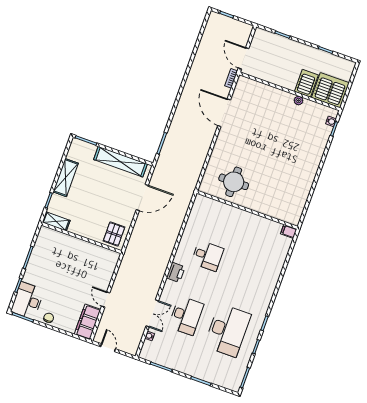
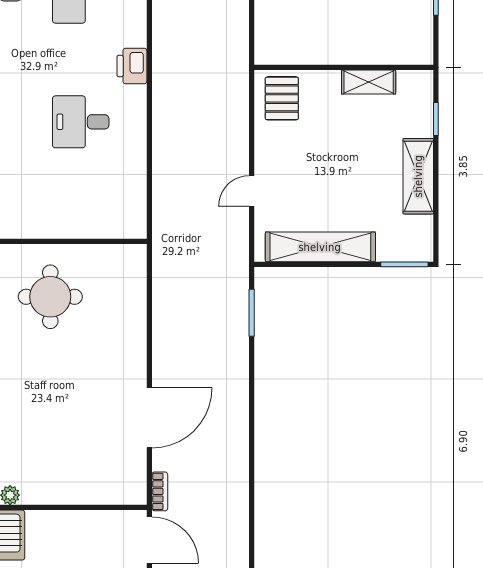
door: (224, 113) -> (149, 418), hinge flipped
round table: (234, 182) -> (50, 297), moved
door: (142, 198) -> (252, 191), width x0.53
shelving: (56, 221) -> (369, 82), moved

